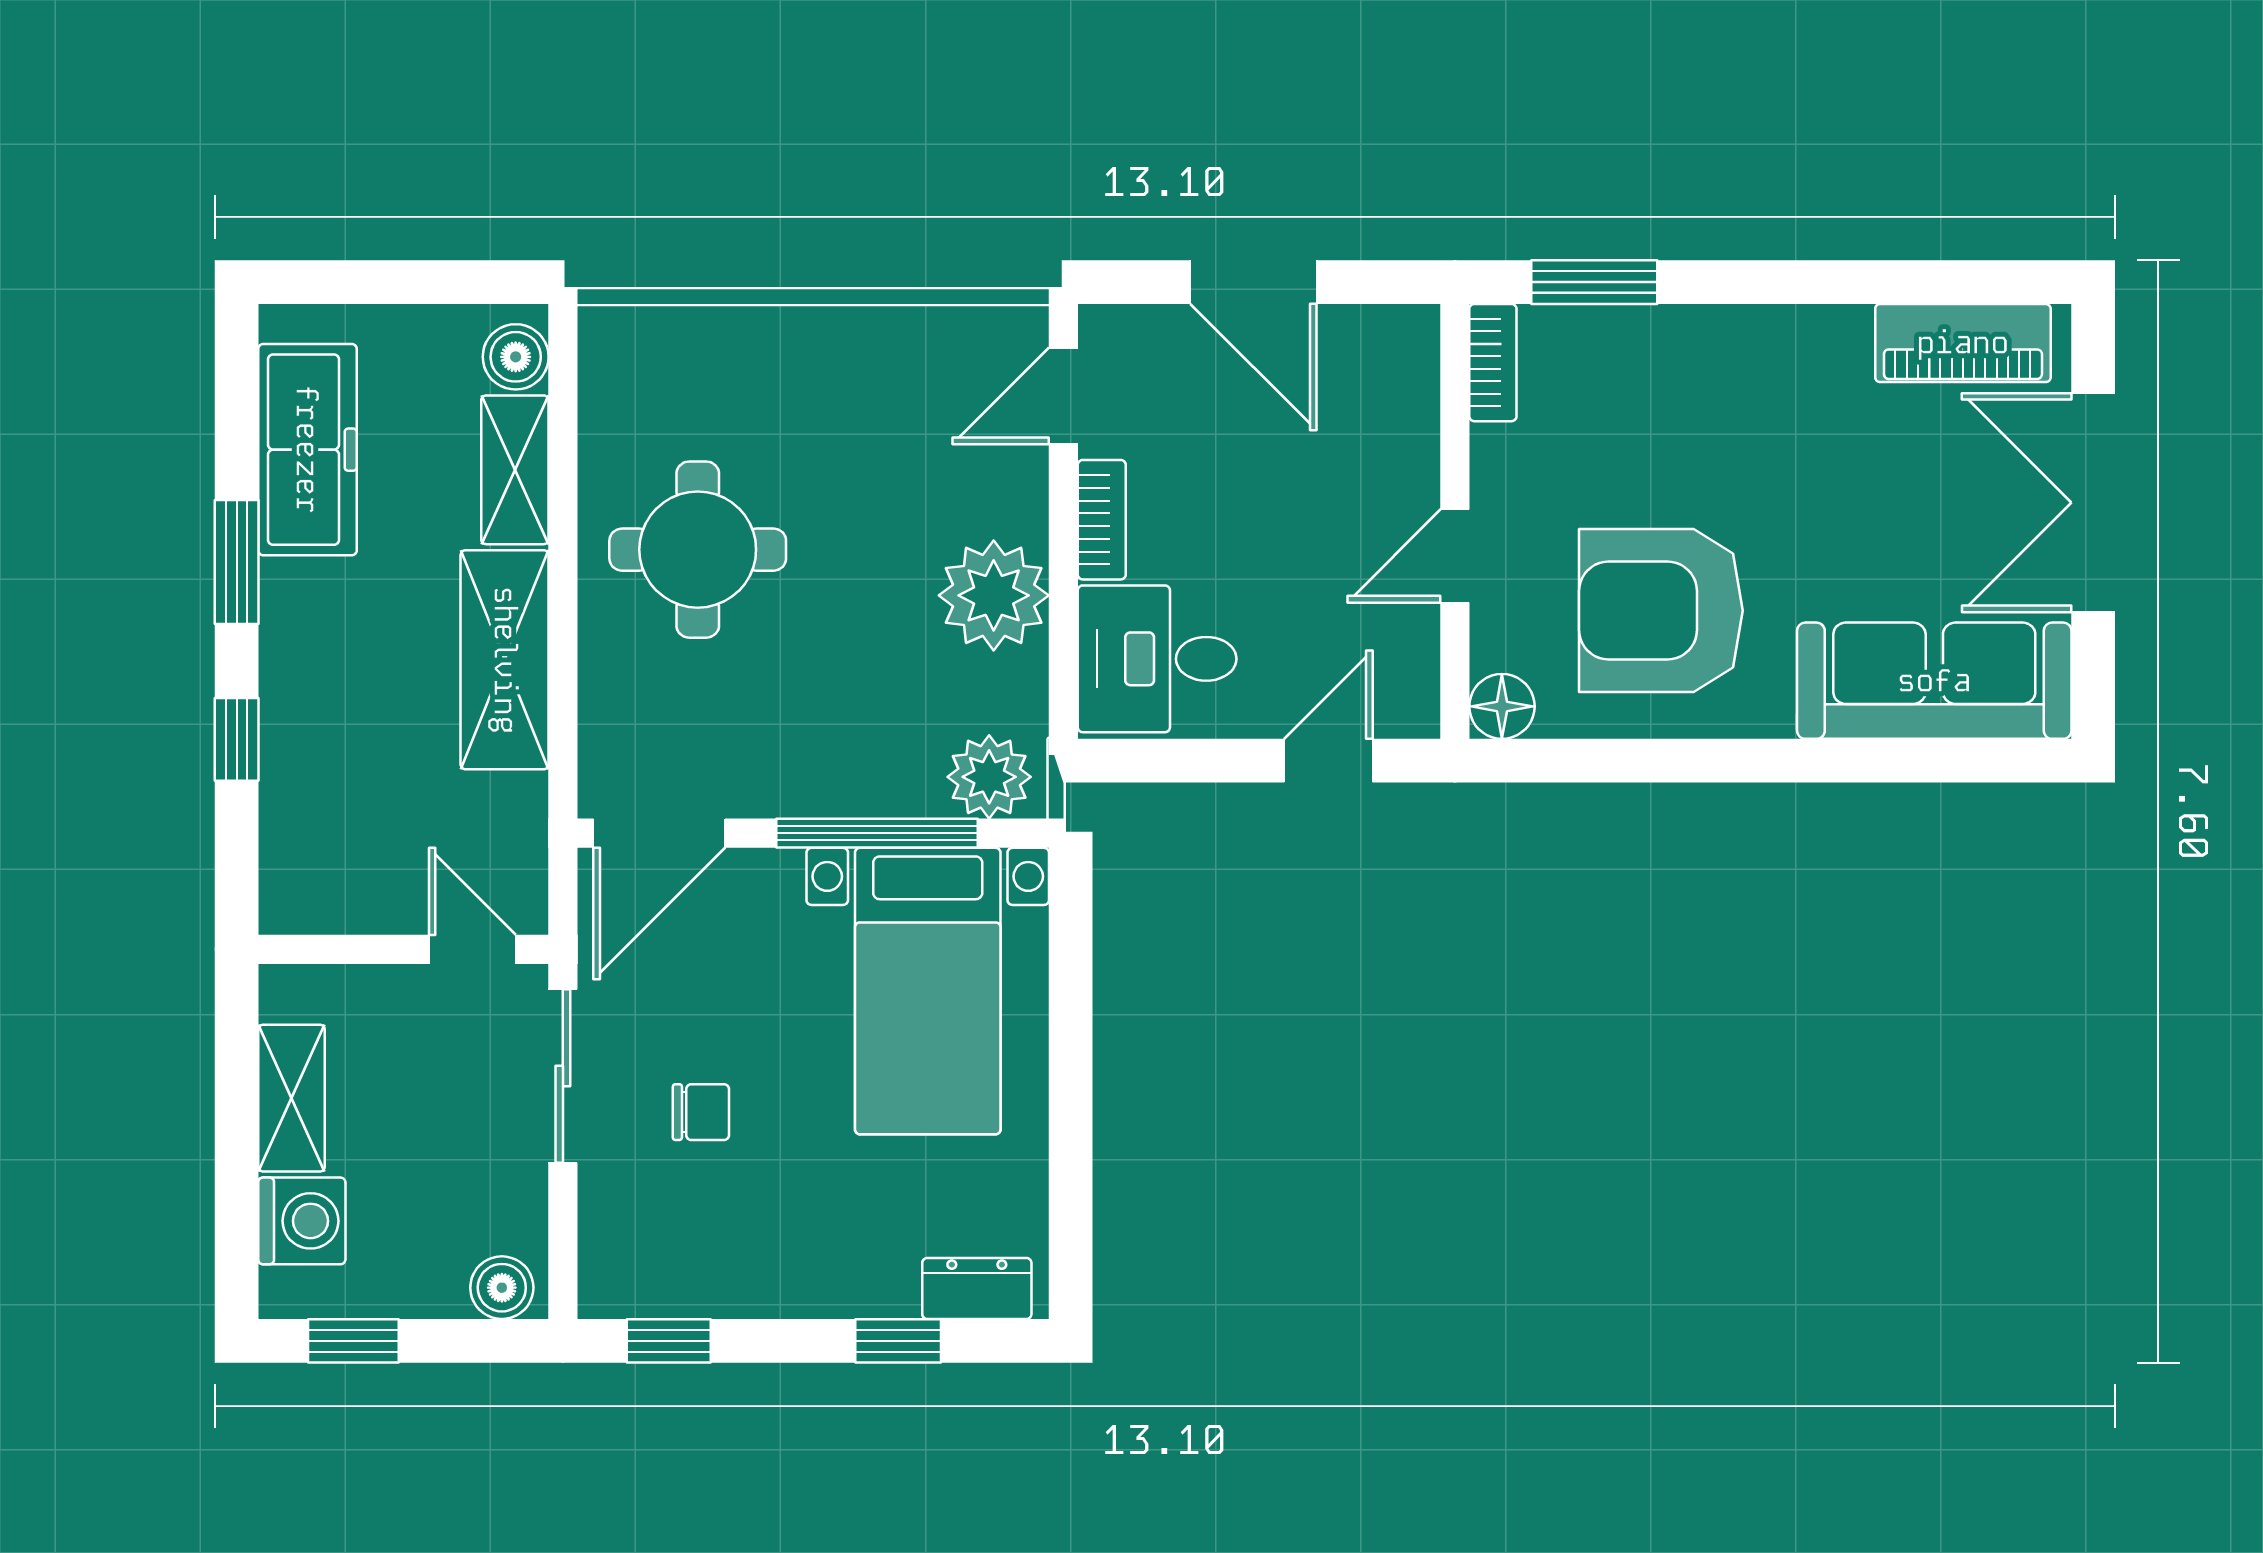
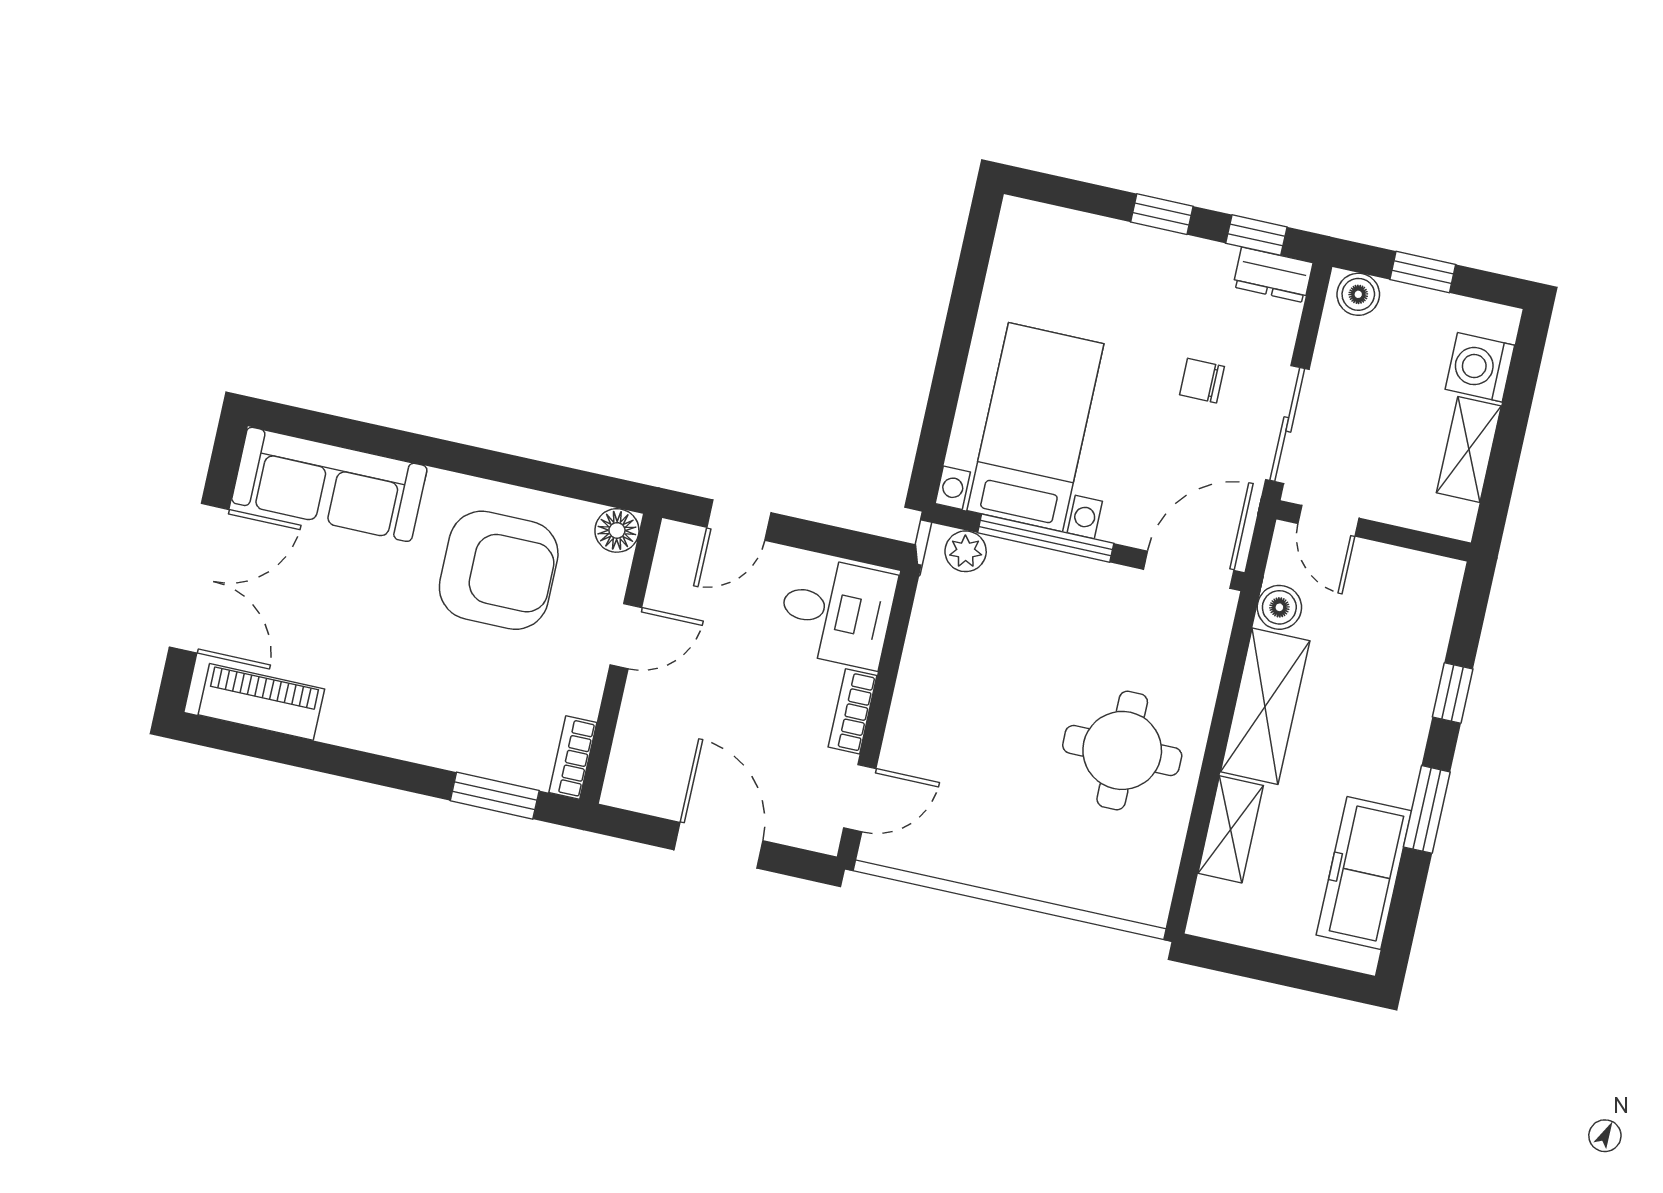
boiler: (516, 357) -> (1279, 607), moved
plant: (994, 595) -> (935, 677), removed
plant: (989, 777) -> (966, 551), width x0.73, depth x0.73
dresser: (977, 1289) -> (1273, 275), moved
window: (353, 1341) -> (1423, 272), moved
window: (898, 1341) -> (1162, 214), moved

